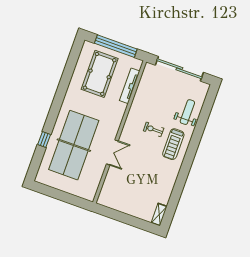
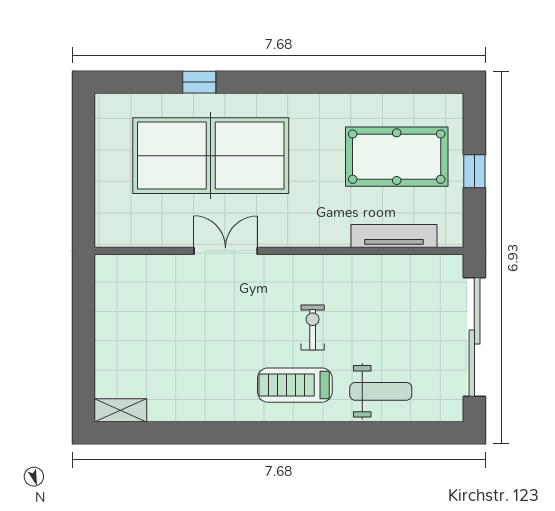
window: (116, 46) -> (474, 171), width x0.32
double door: (112, 152) -> (226, 251), swing flipped

